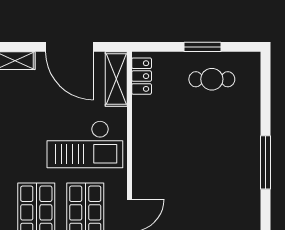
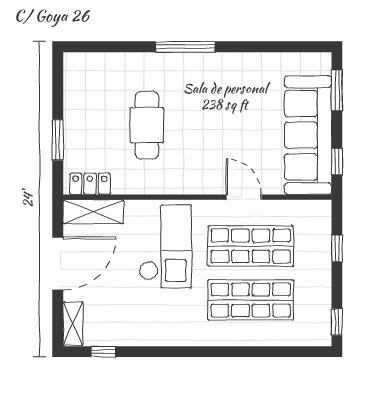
window: (203, 47) -> (58, 140), moved
cafe table: (212, 79) -> (147, 125), moved, width x1.37, depth x1.35

